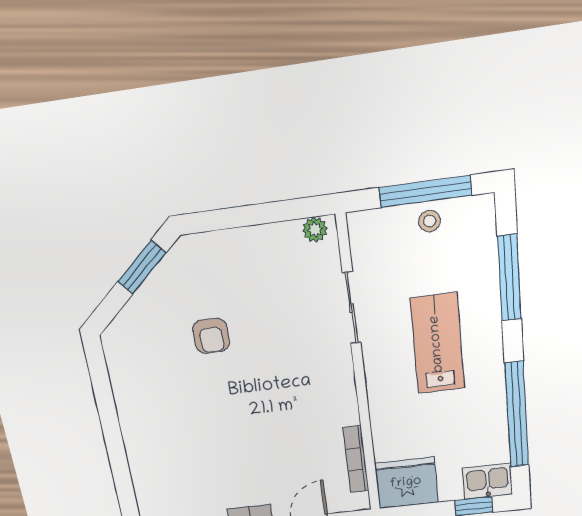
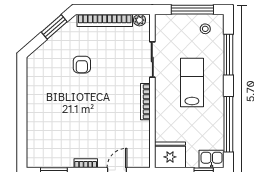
stool: (430, 221) -> (205, 29), moved
bookcase: (243, 240) -> (105, 20), added
bookcase: (356, 459) -> (145, 102), moved

